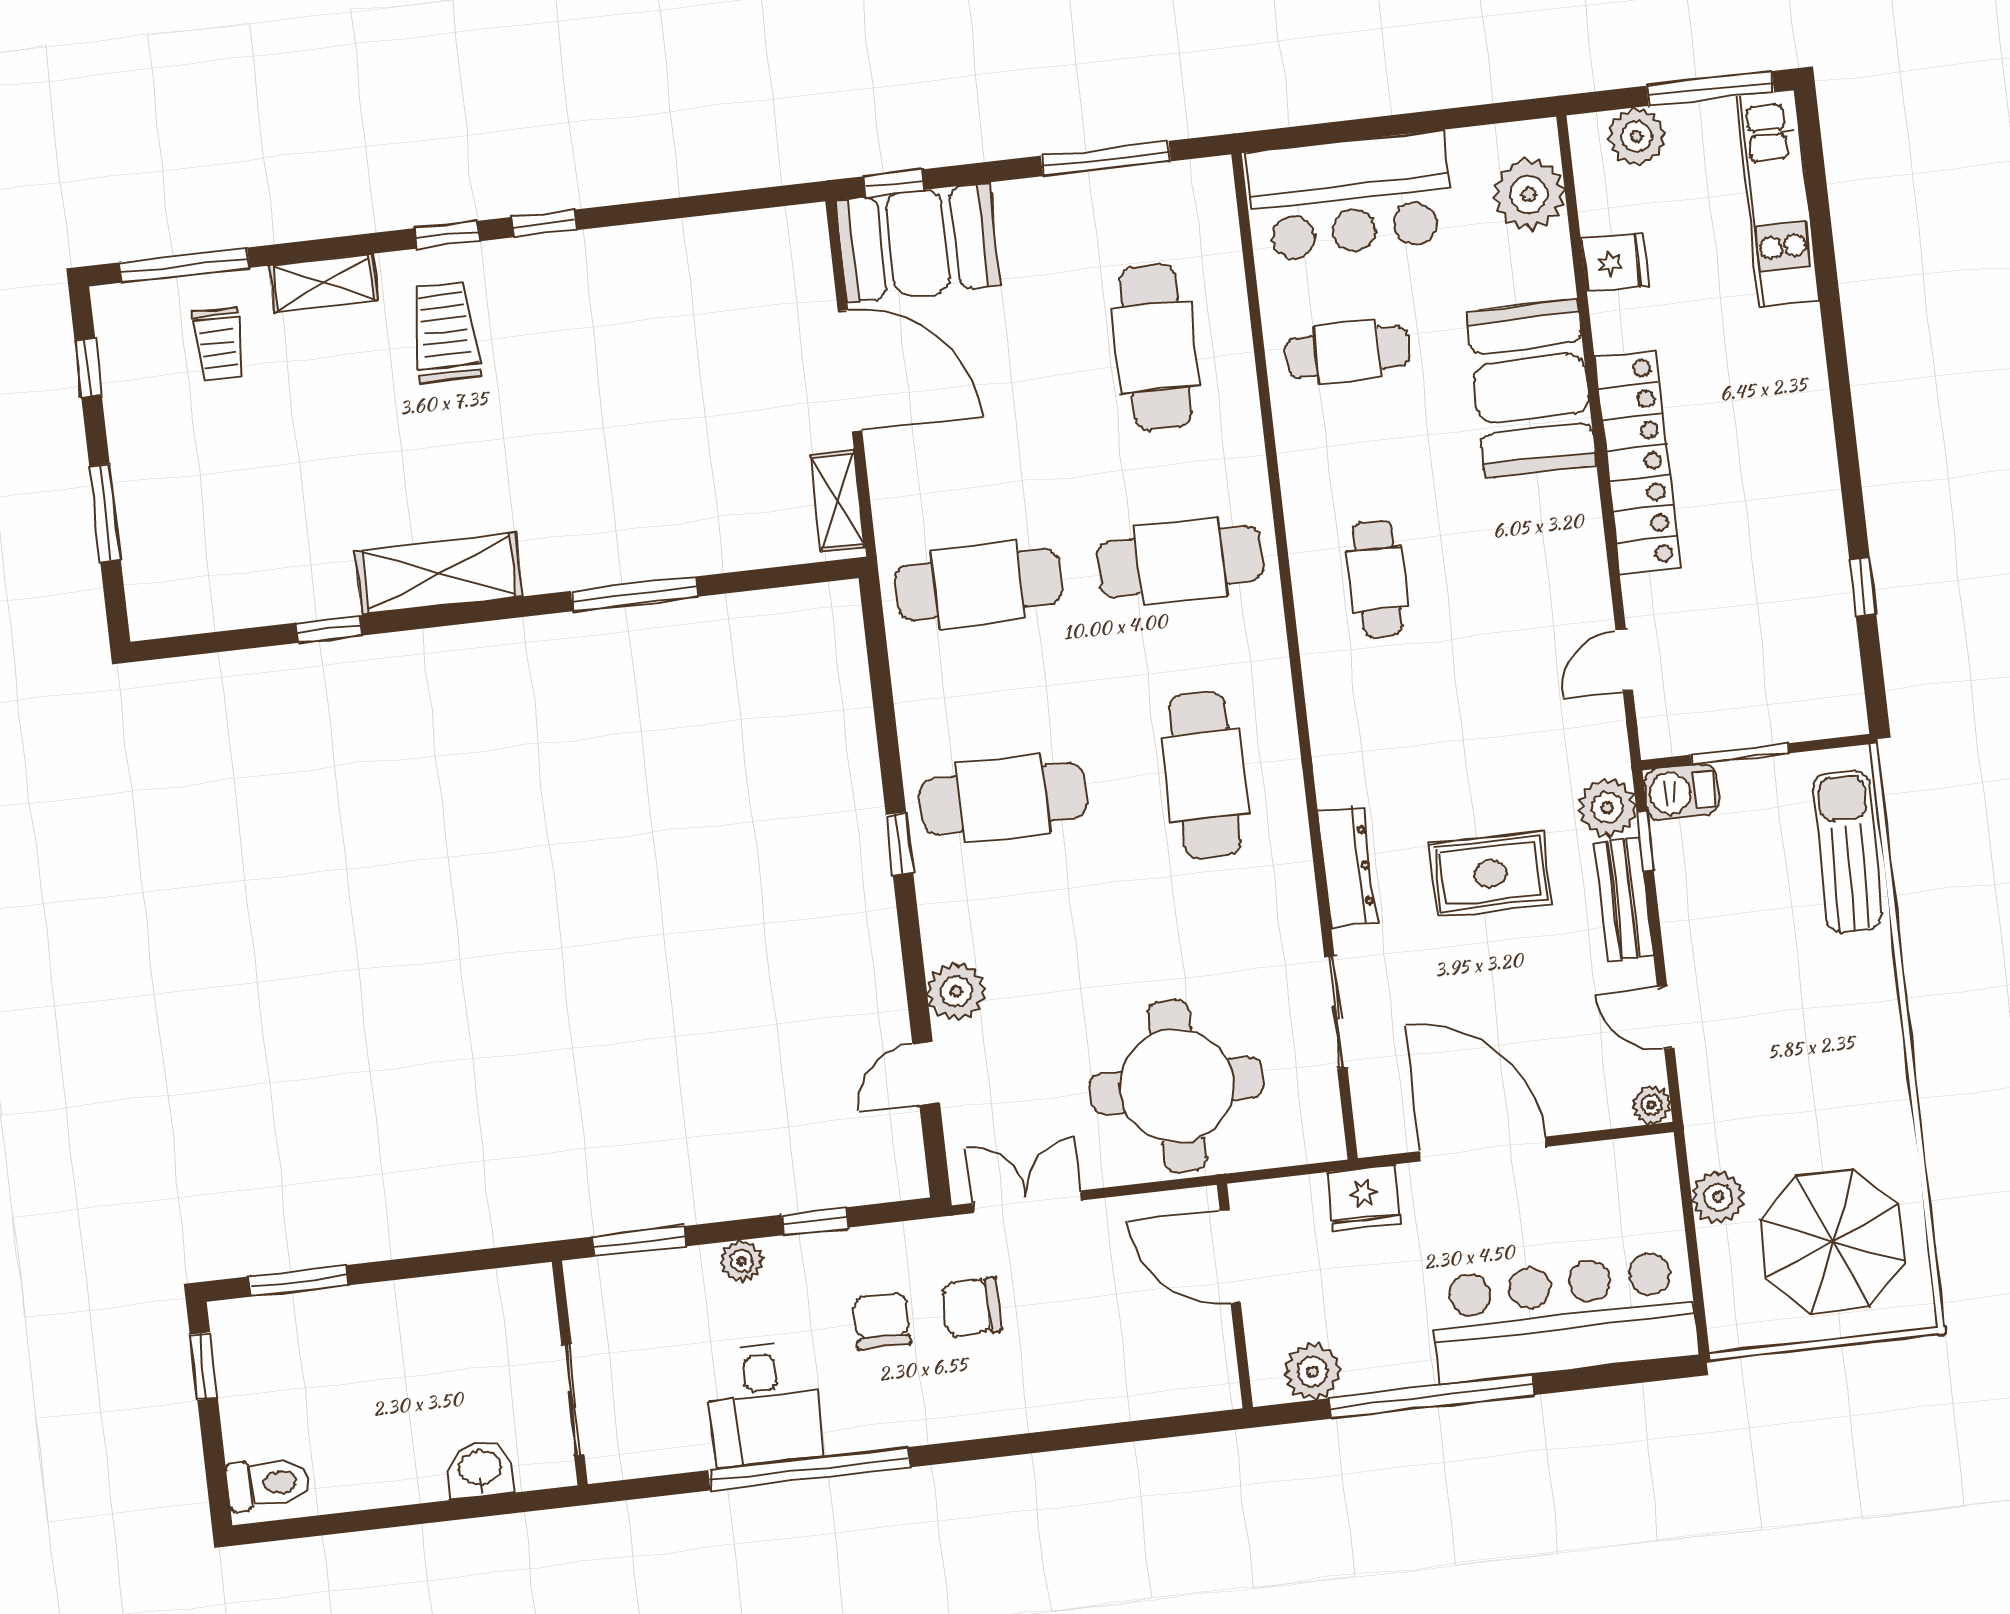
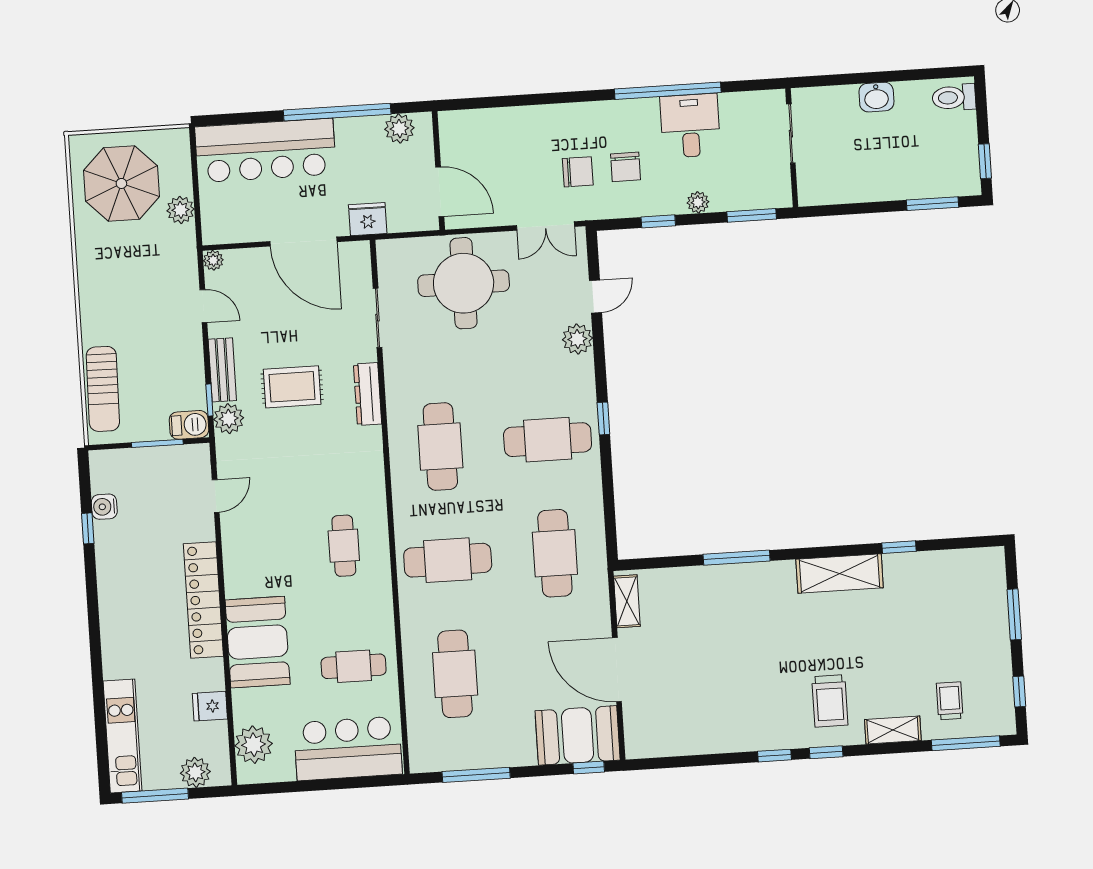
cafe table: (978, 585) -> (555, 553), turned 90
water cooler: (1834, 629) -> (104, 507), added
washbasin: (480, 1469) -> (876, 97), moved

